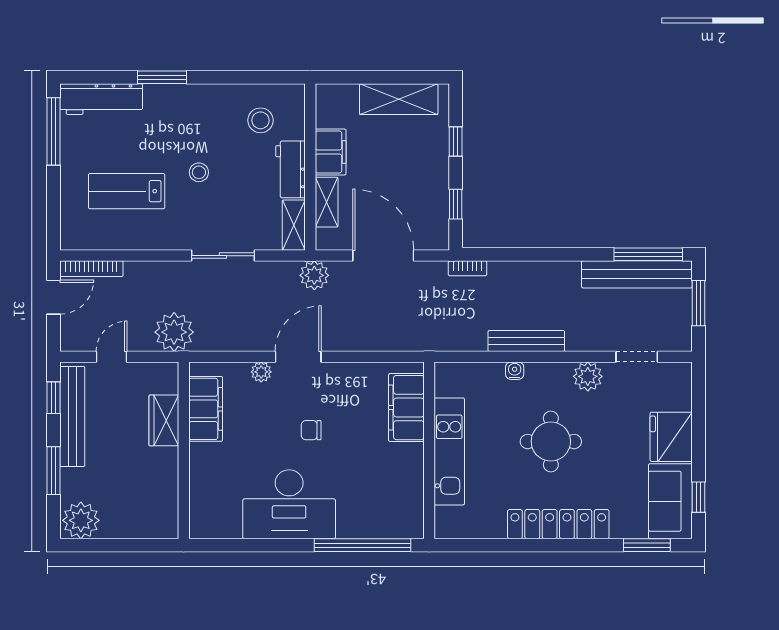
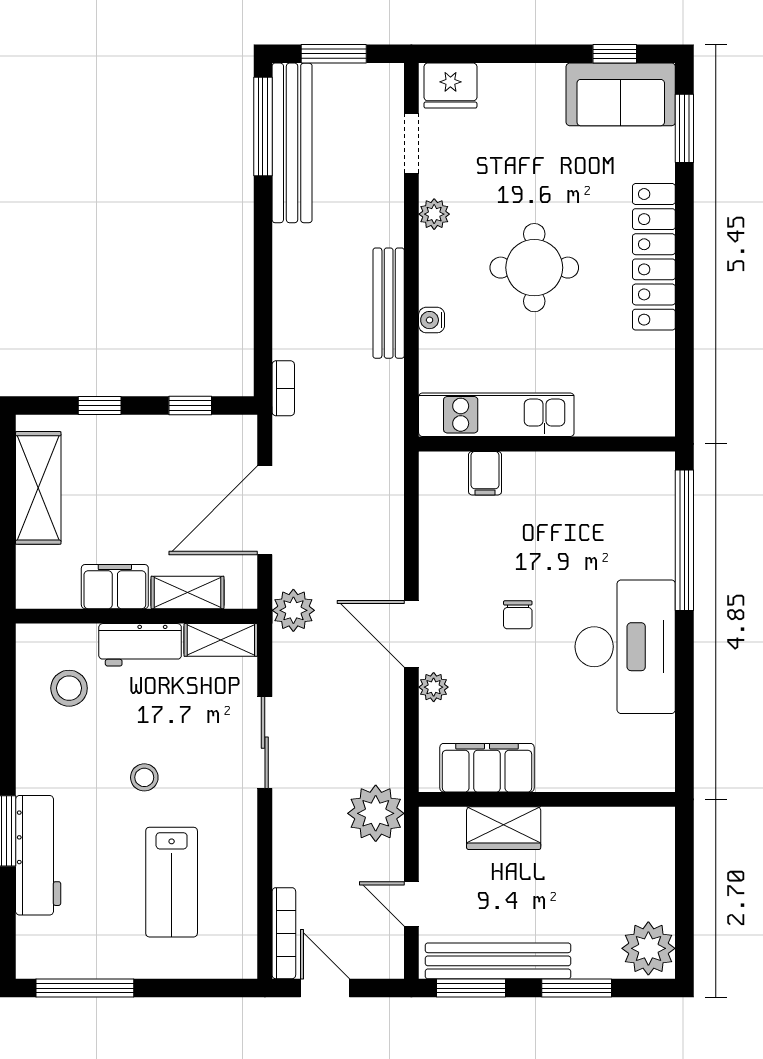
workbench: (101, 99) -> (38, 855), moved
plant: (588, 376) -> (434, 214), width x0.73, depth x0.73
window: (53, 398) -> (471, 988), width x1.50
filing cabinet: (406, 408) -> (485, 473), width x0.33, depth x0.86
fridge: (671, 437) -> (450, 86), moved, width x0.73, depth x0.75
kitchen unit: (449, 451) -> (496, 415), moved

